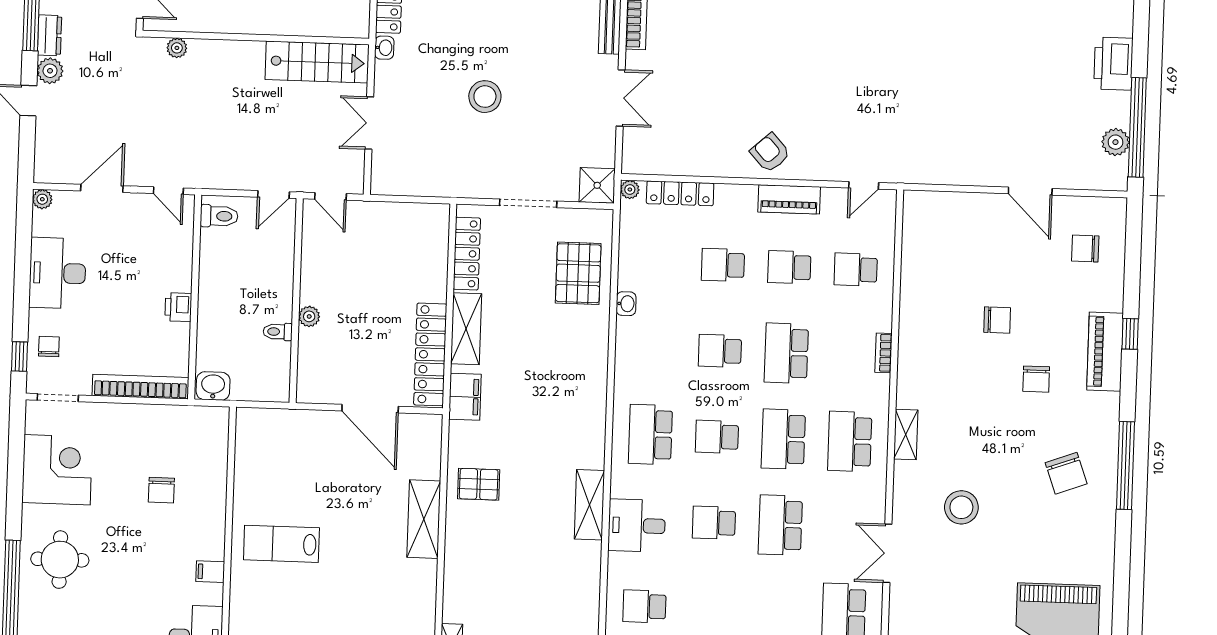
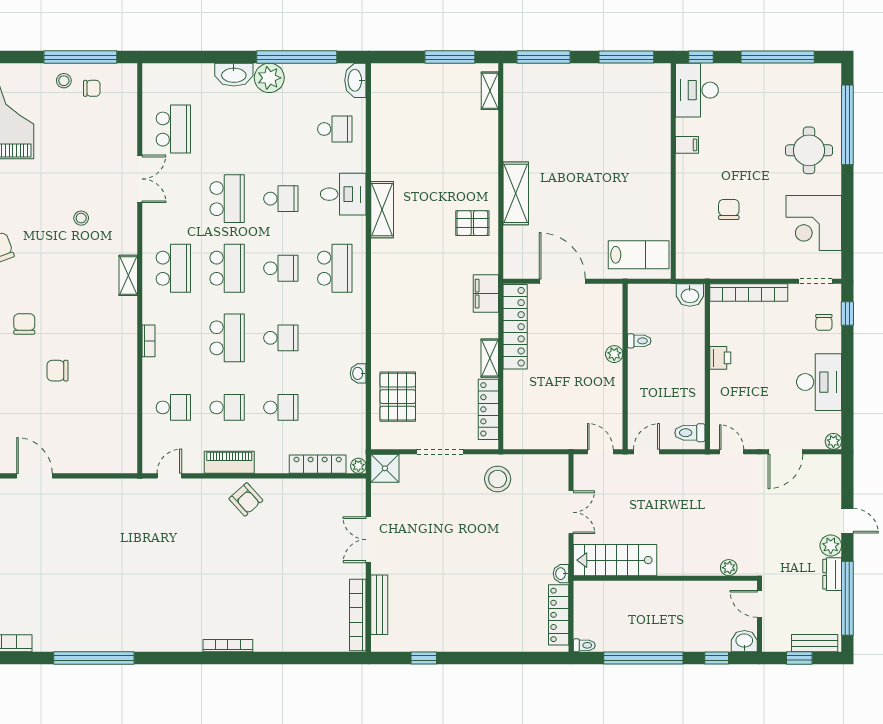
stool: (485, 97) -> (498, 479), moved
shelving: (466, 329) -> (490, 358), width x0.67, depth x0.75
stool: (961, 507) -> (81, 218), width x0.53, depth x0.53
lab bench: (281, 544) -> (639, 255), moved

